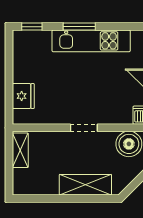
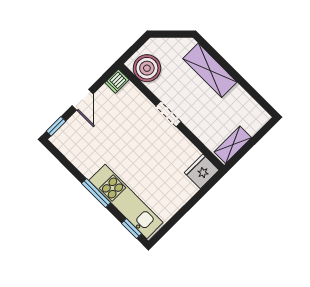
kitchen unit: (91, 41) -> (126, 201), moved
fridge: (23, 96) -> (202, 171), moved

